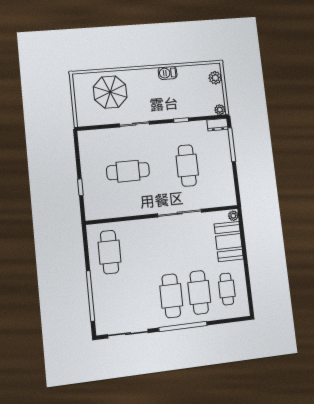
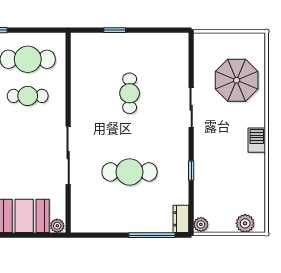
barbecue: (168, 73) -> (257, 140), moved
cafe table: (128, 171) -> (130, 93), width x0.73, depth x0.74
cafe table: (138, 249) -> (28, 96), added

